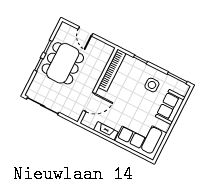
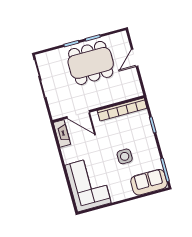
side table: (152, 85) -> (125, 156), moved
sofa: (170, 107) -> (149, 182), moved
fireplace: (106, 131) -> (62, 133), moved

